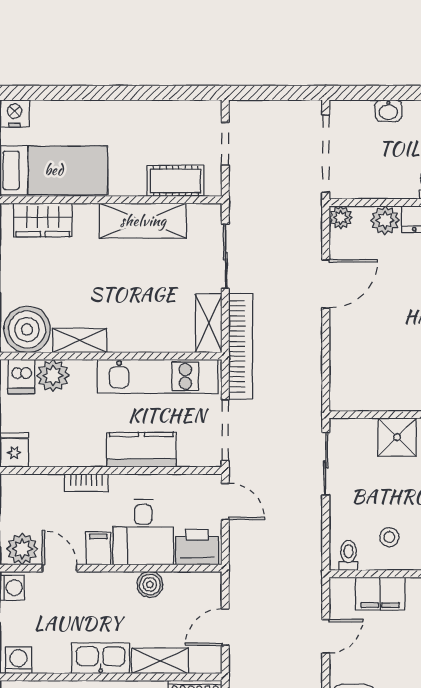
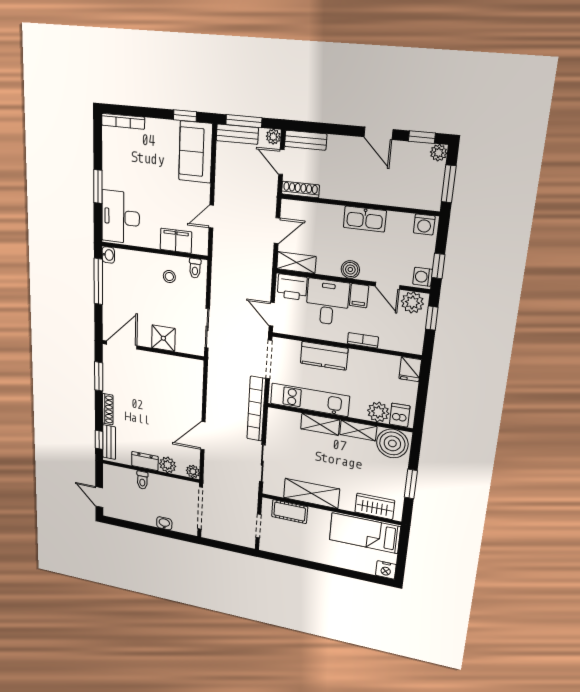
shelving: (209, 323) -> (320, 424), moved, turned 90
boiler: (150, 584) -> (350, 270), moved
shelving: (160, 661) -> (296, 263), moved

